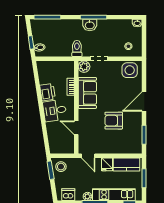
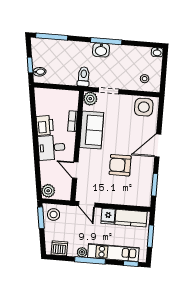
plant: (55, 147) -> (48, 191), added

